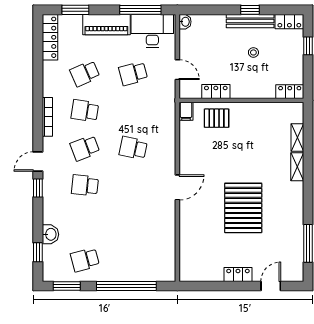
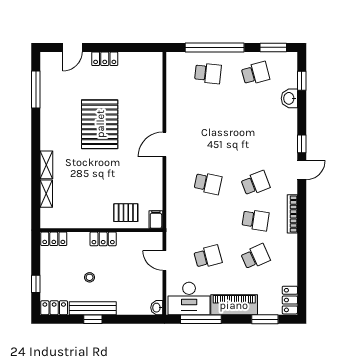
locker: (50, 37) -> (290, 300), width x0.66
locker: (216, 92) -> (103, 239), moved
school desk: (85, 185) -> (208, 73), moved

